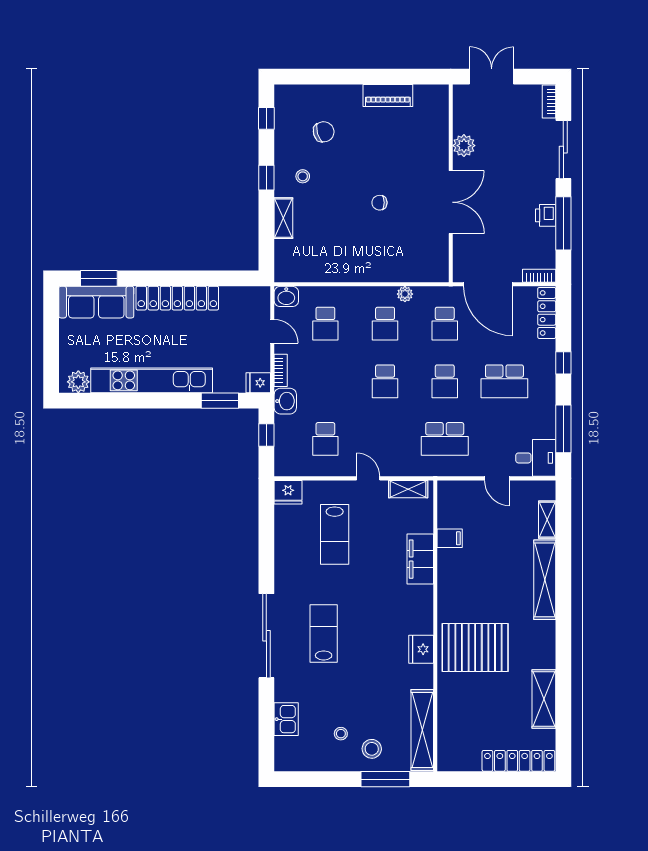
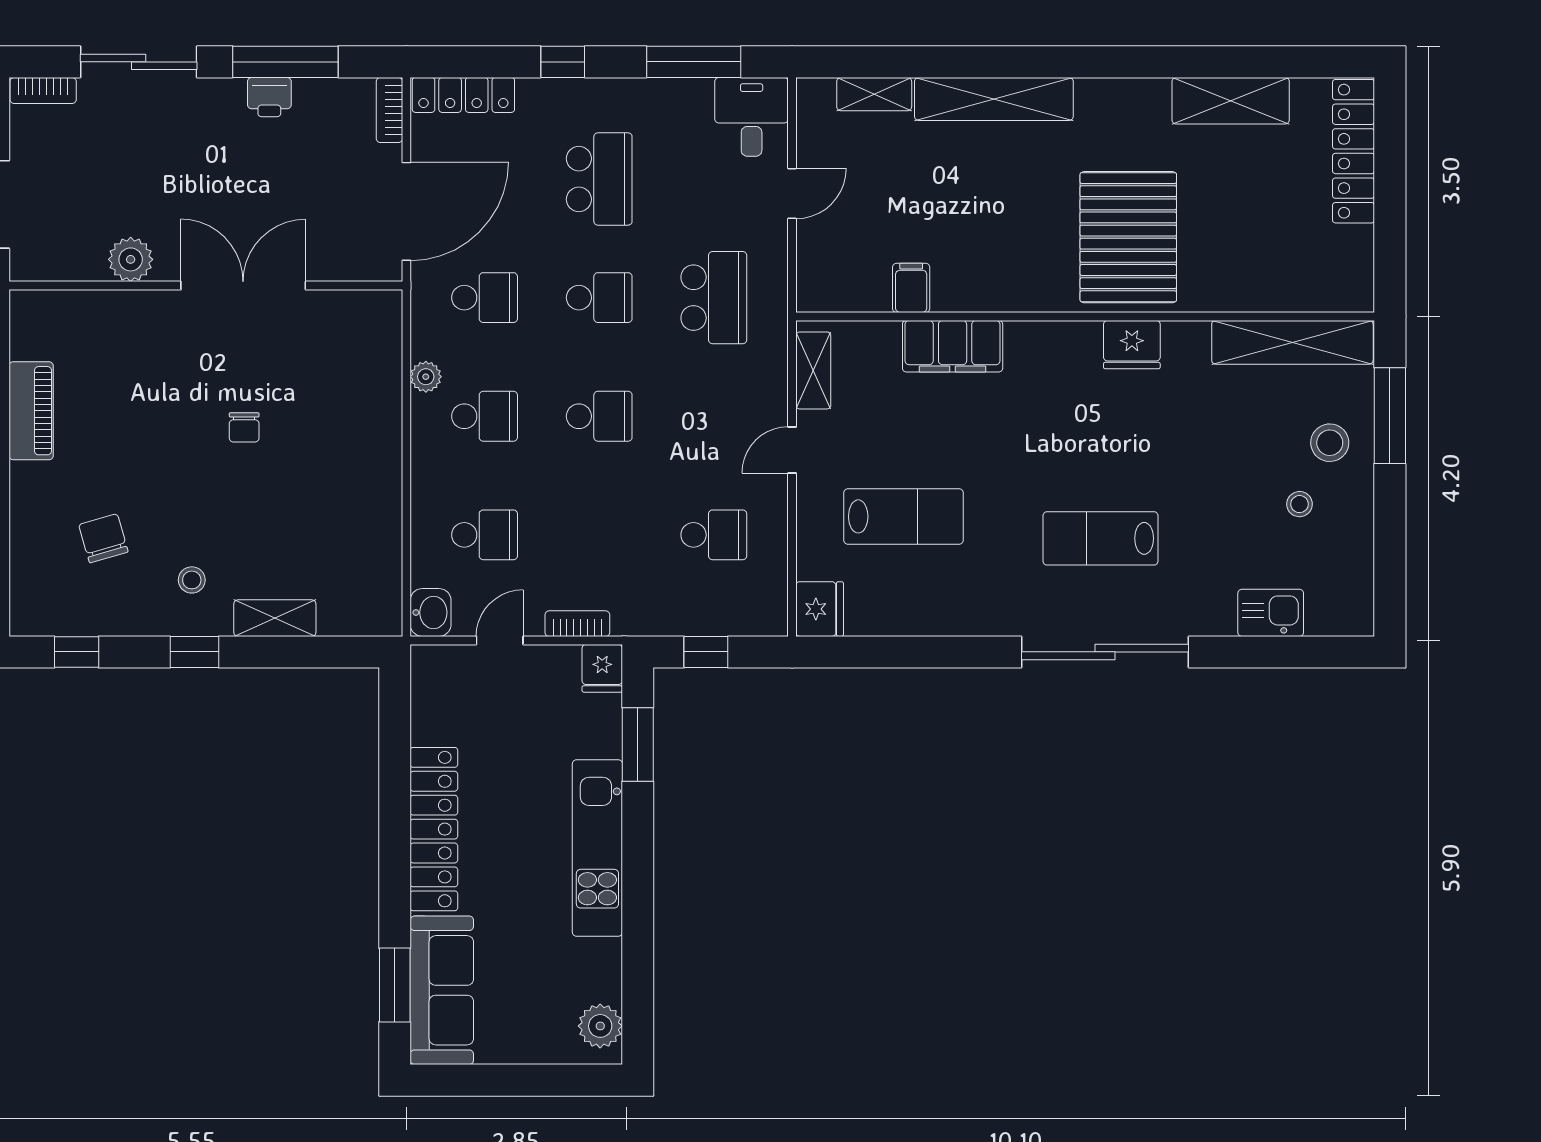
kitchen unit: (152, 380) -> (597, 848), width x0.73
washbasin: (285, 401) -> (639, 615), removed

